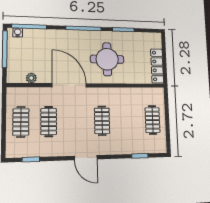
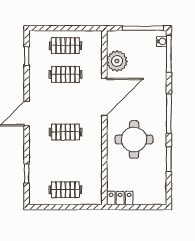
locker: (157, 66) -> (120, 198), width x0.66
plant: (31, 78) -> (117, 61), width x1.88, depth x1.88

